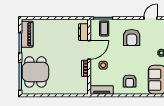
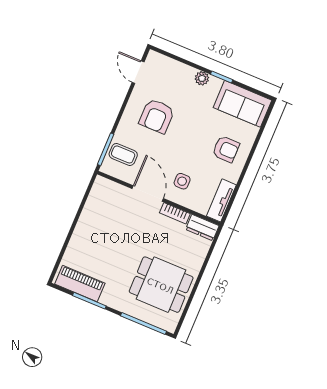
dresser: (83, 32) -> (202, 228), moved
armchair: (132, 38) -> (157, 116), turned 90
dining table: (35, 72) -> (161, 285), moved

